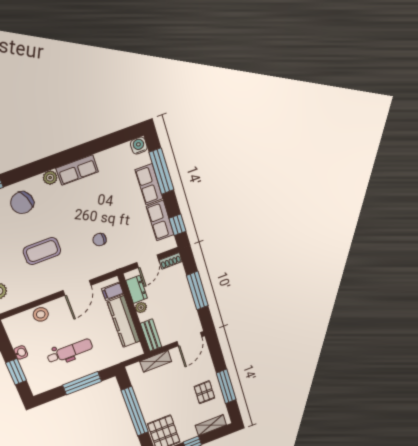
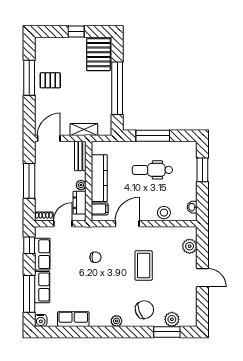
row of seats: (77, 170) -> (73, 319), moved
coffee table: (42, 251) -> (144, 265), turned 90
washbasin: (21, 352) -> (192, 207), moved
pallet: (204, 392) -> (50, 80), turned 90
shelving: (211, 425) -> (54, 43), removed

